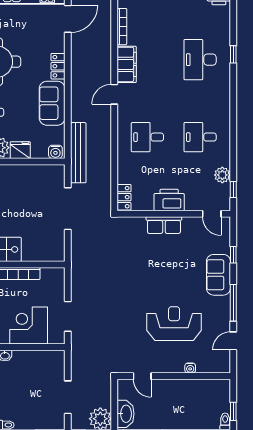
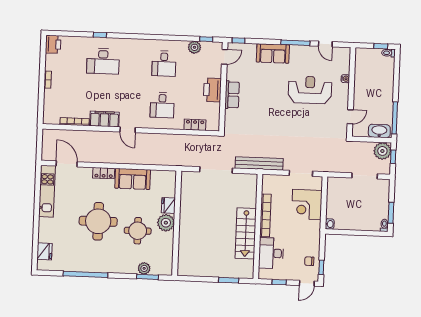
water cooler: (55, 152) -> (171, 178), removed
bench: (78, 153) -> (259, 163), moved
locker: (124, 197) -> (195, 125), moved
window: (233, 255) -> (239, 40), moved
reception desk: (174, 324) -> (310, 90), turned 90

